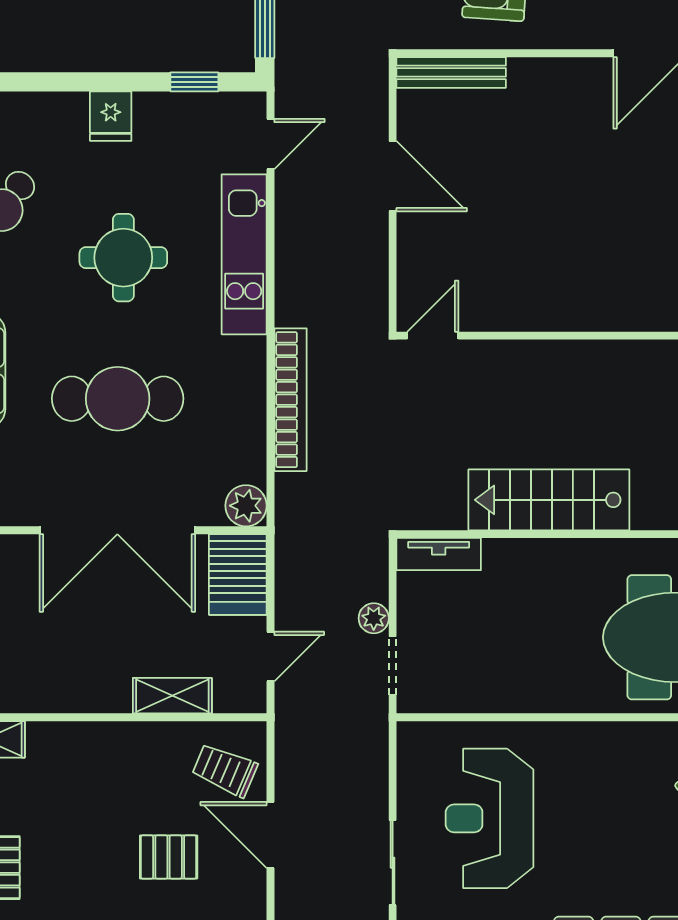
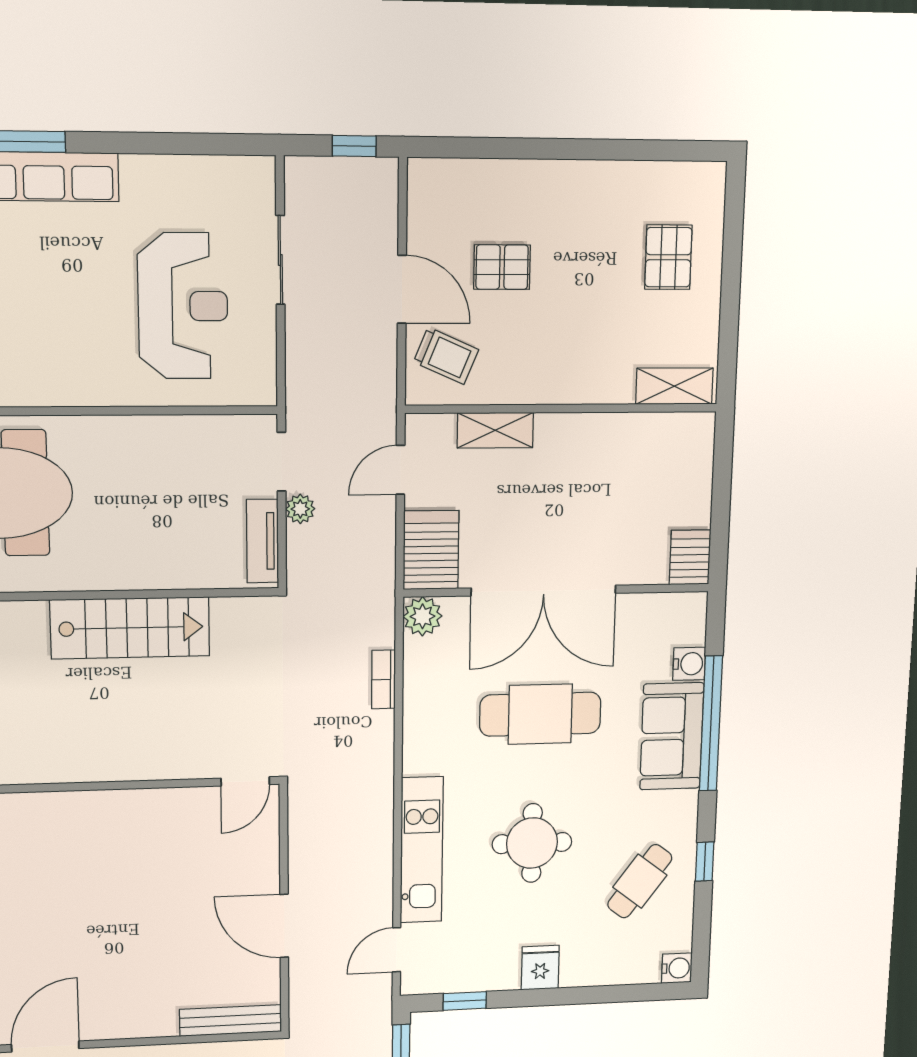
bookcase: (291, 400) -> (384, 679), width x0.43, depth x0.76
double door: (117, 530) -> (544, 591), swing flipped
tv unit: (439, 554) -> (262, 541), moved, turned -90

